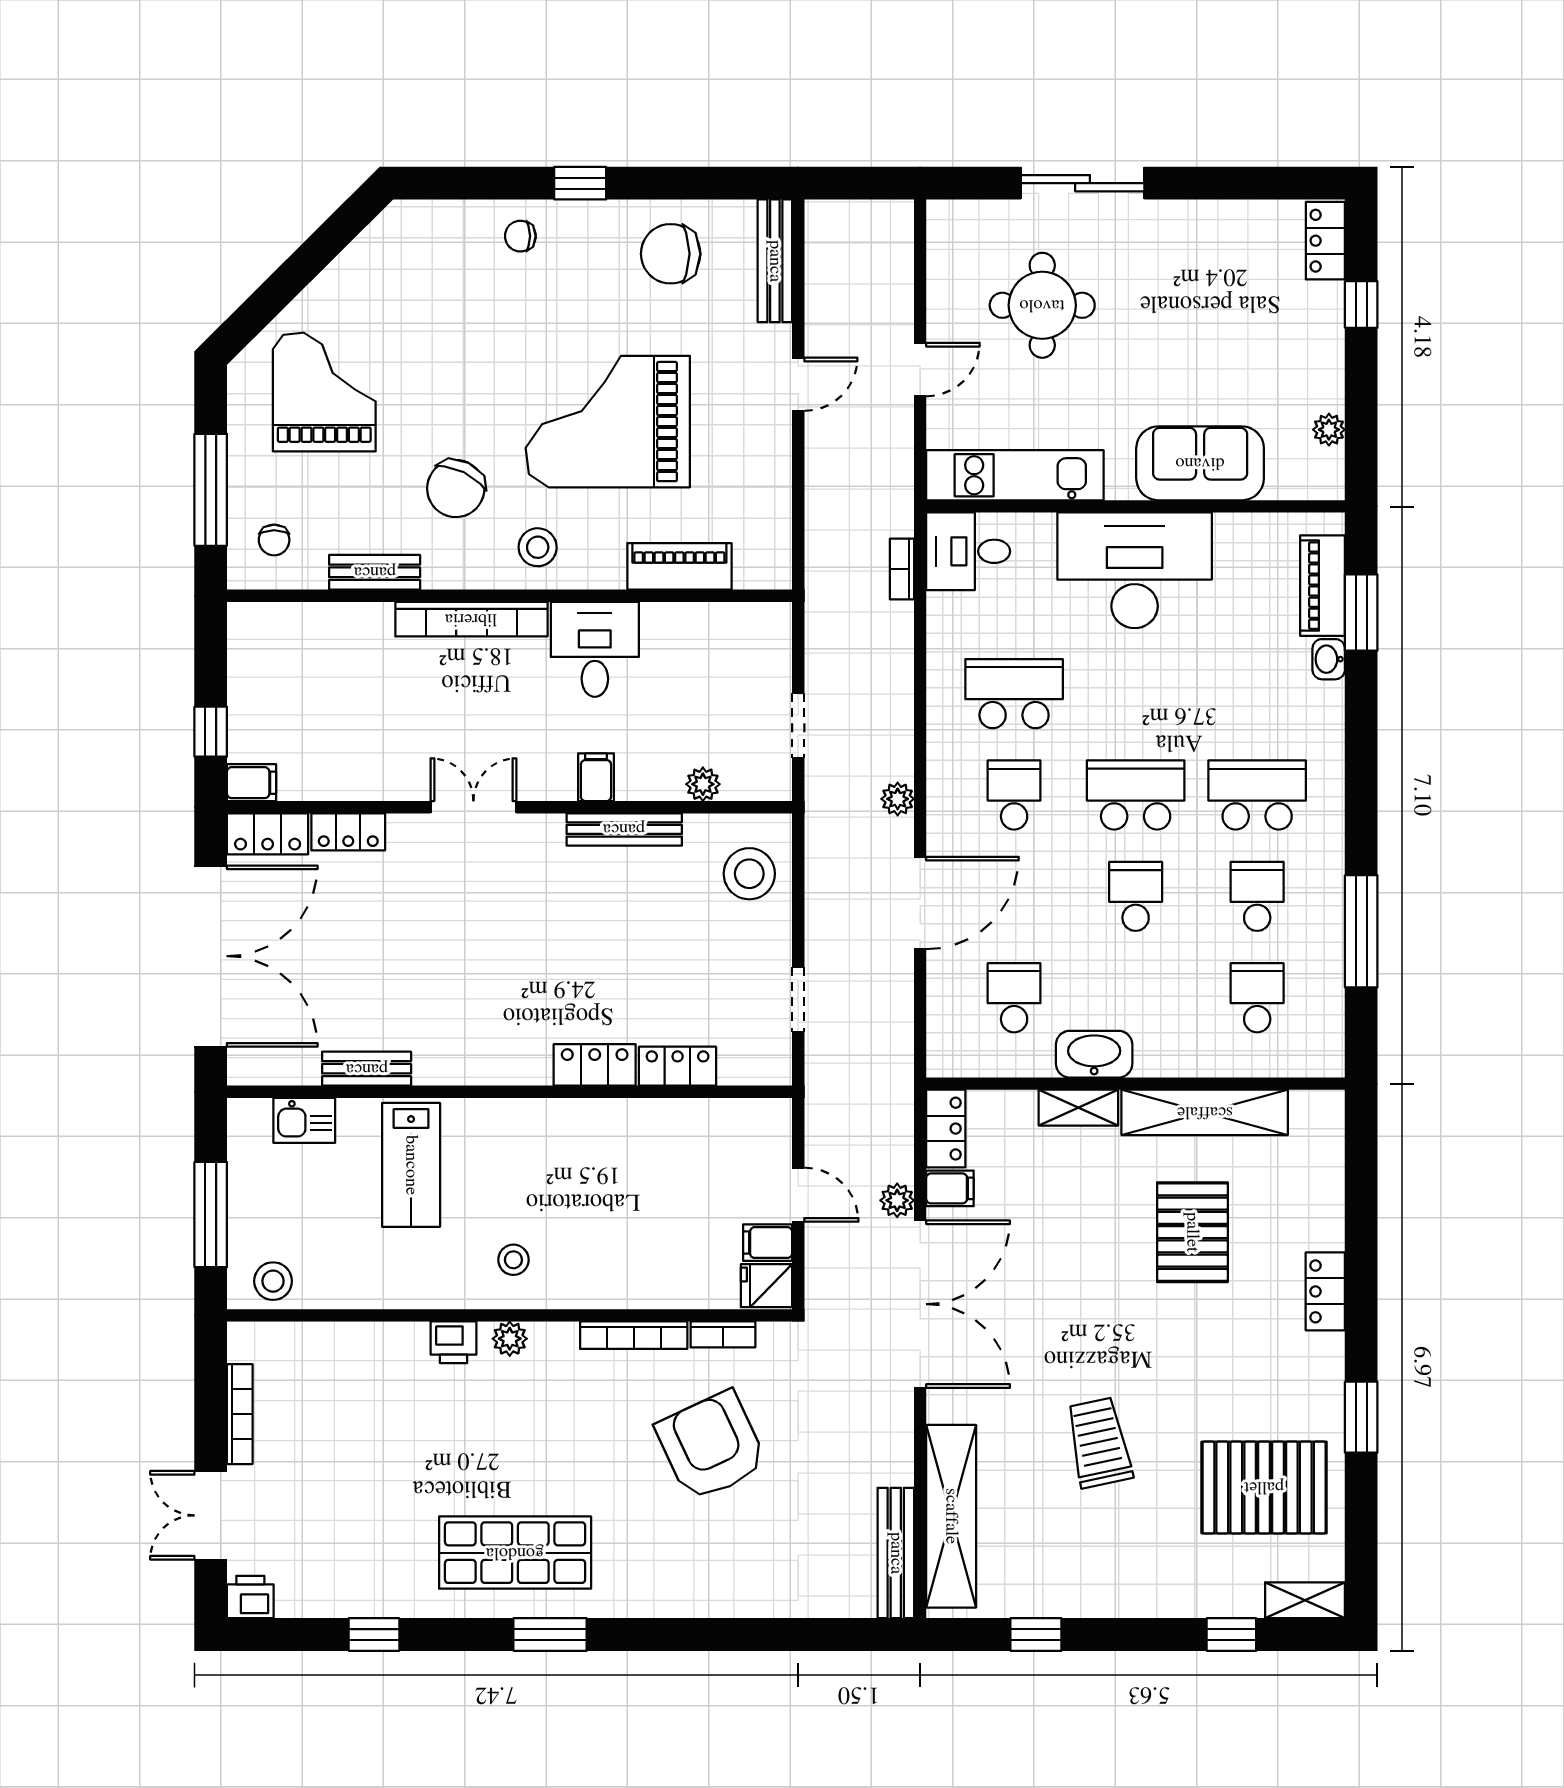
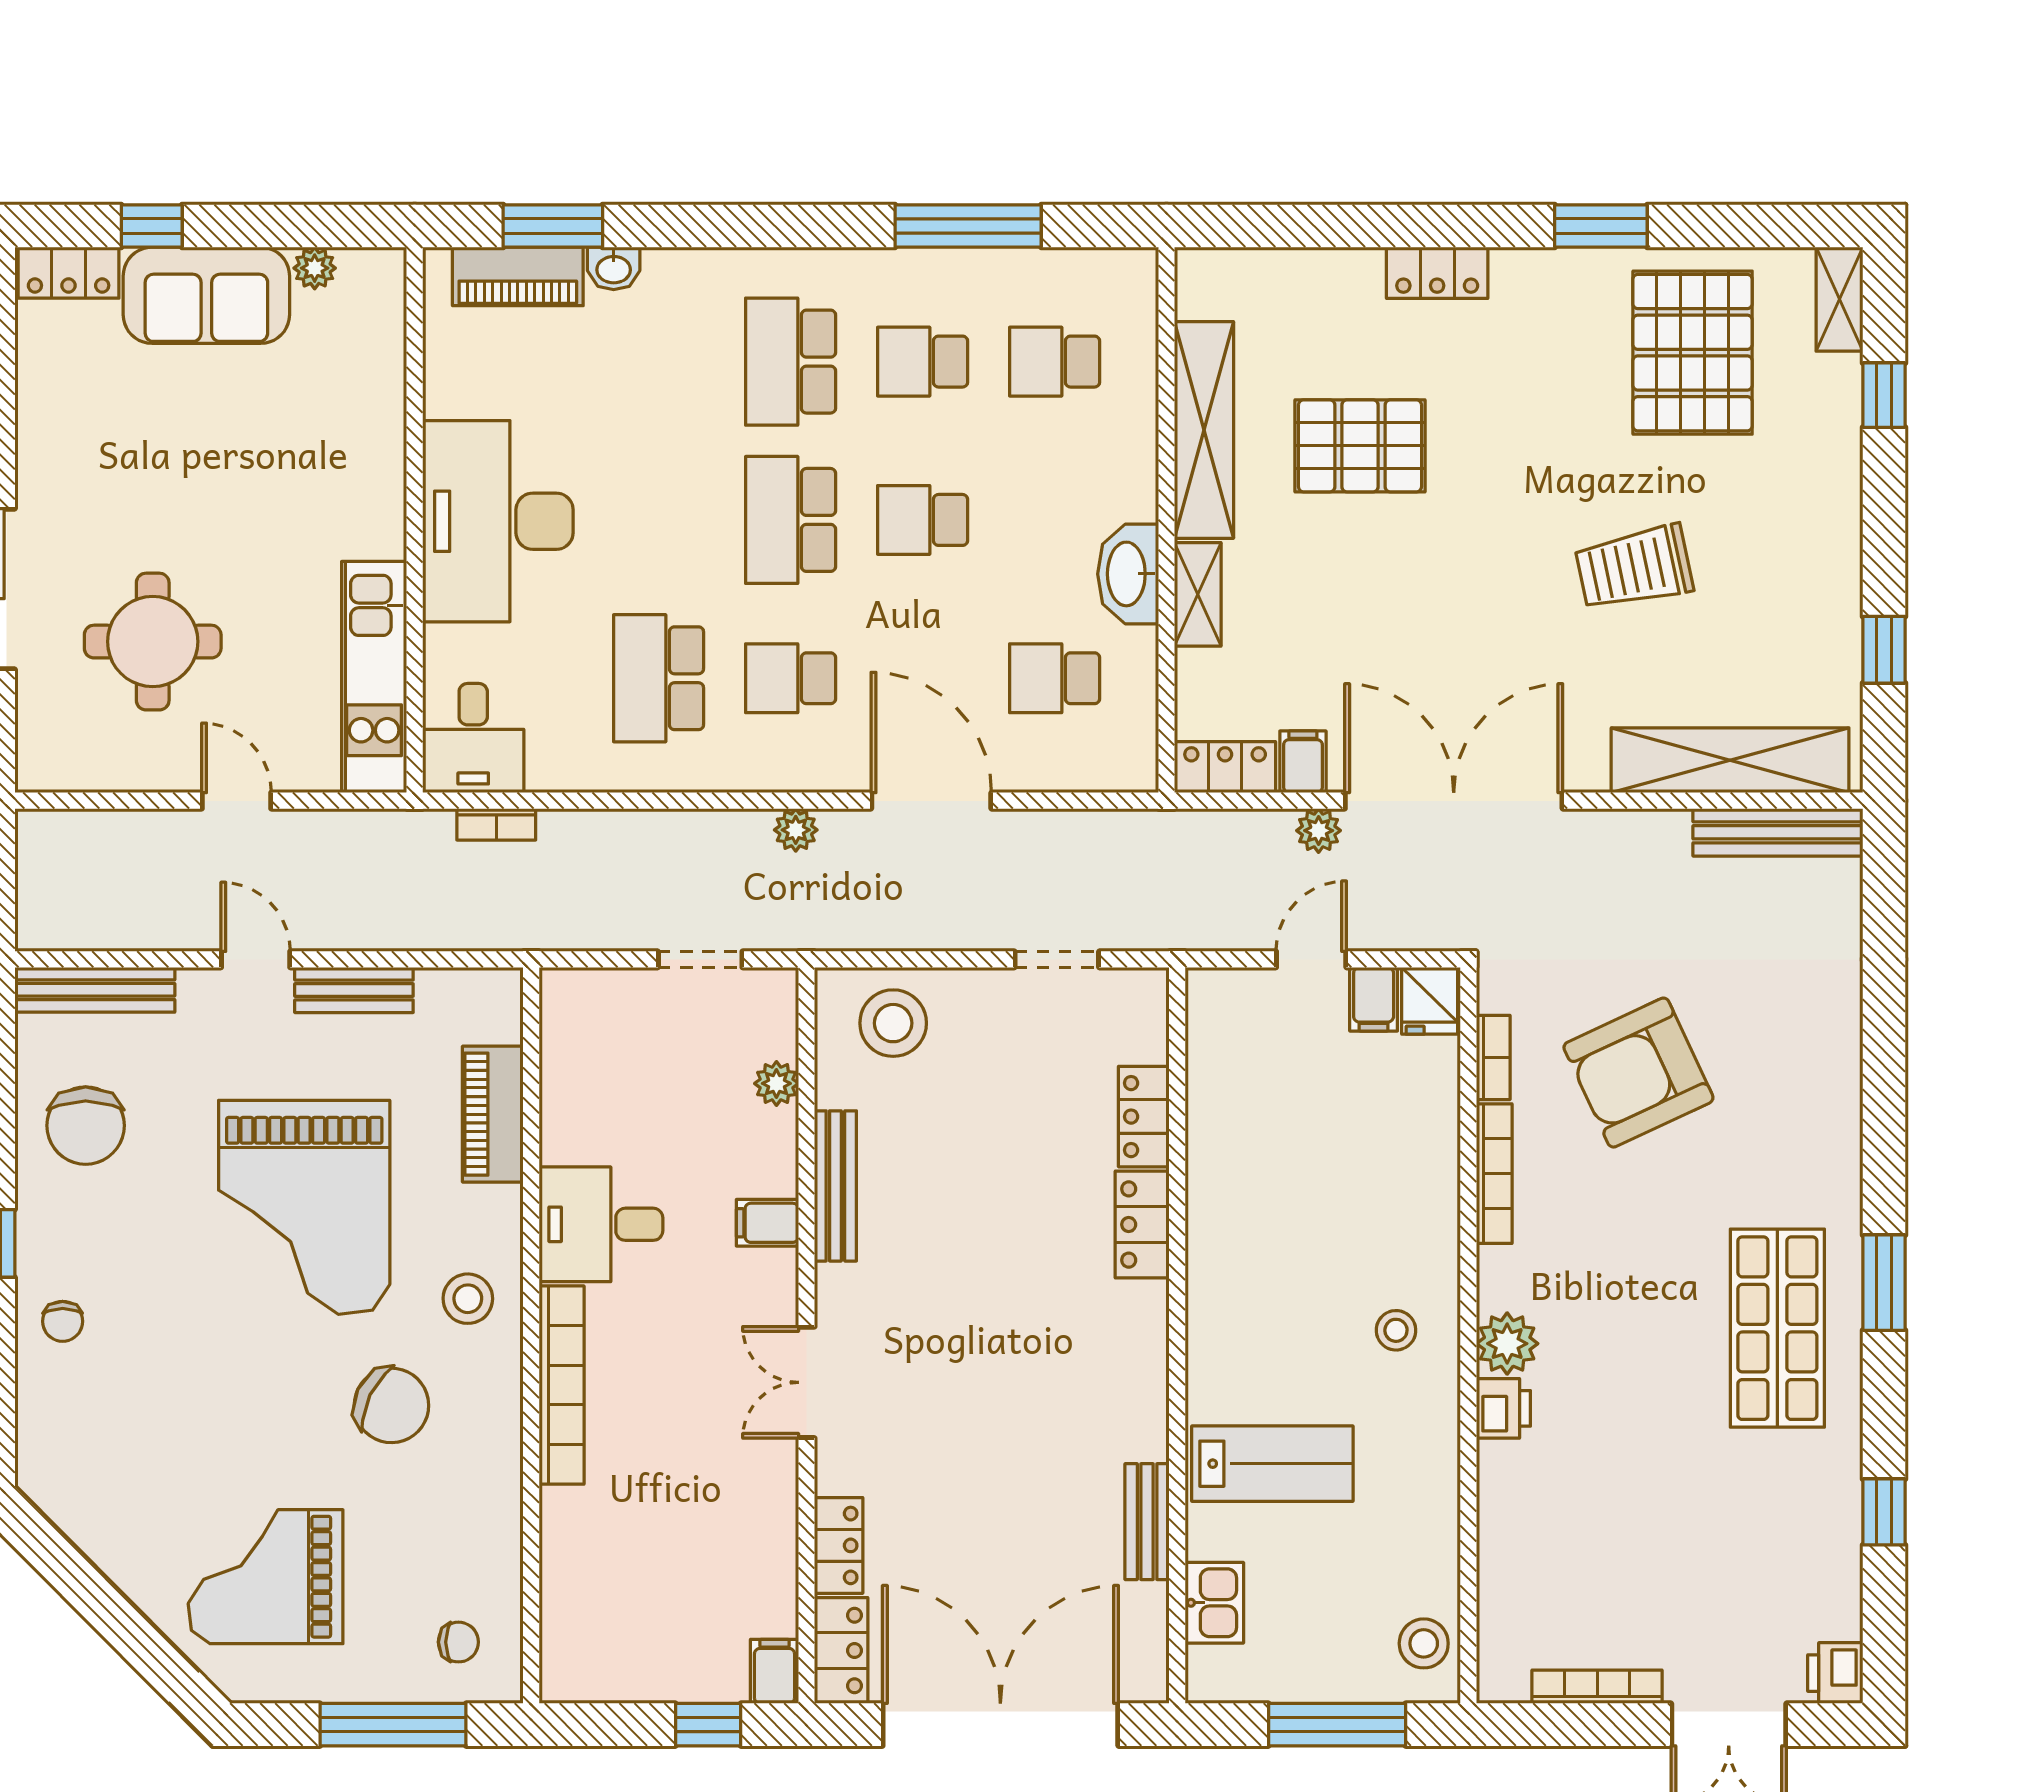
sofa: (1200, 463) -> (206, 295), moved, turned -90
bench: (375, 572) -> (354, 990), moved, turned 90
plant: (510, 1339) -> (1507, 1344), width x1.38, depth x1.38

